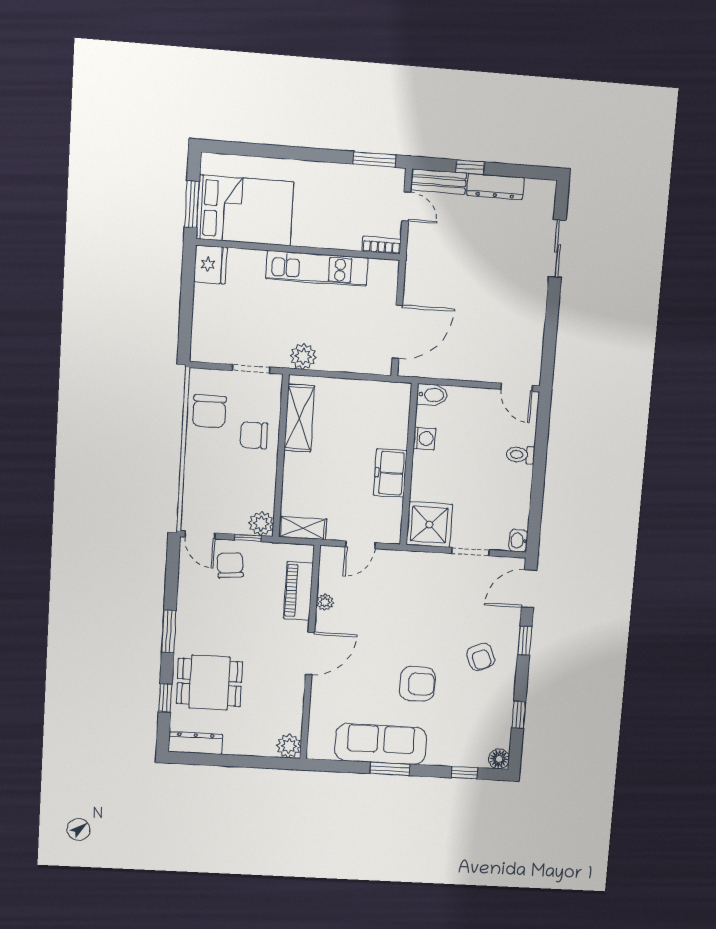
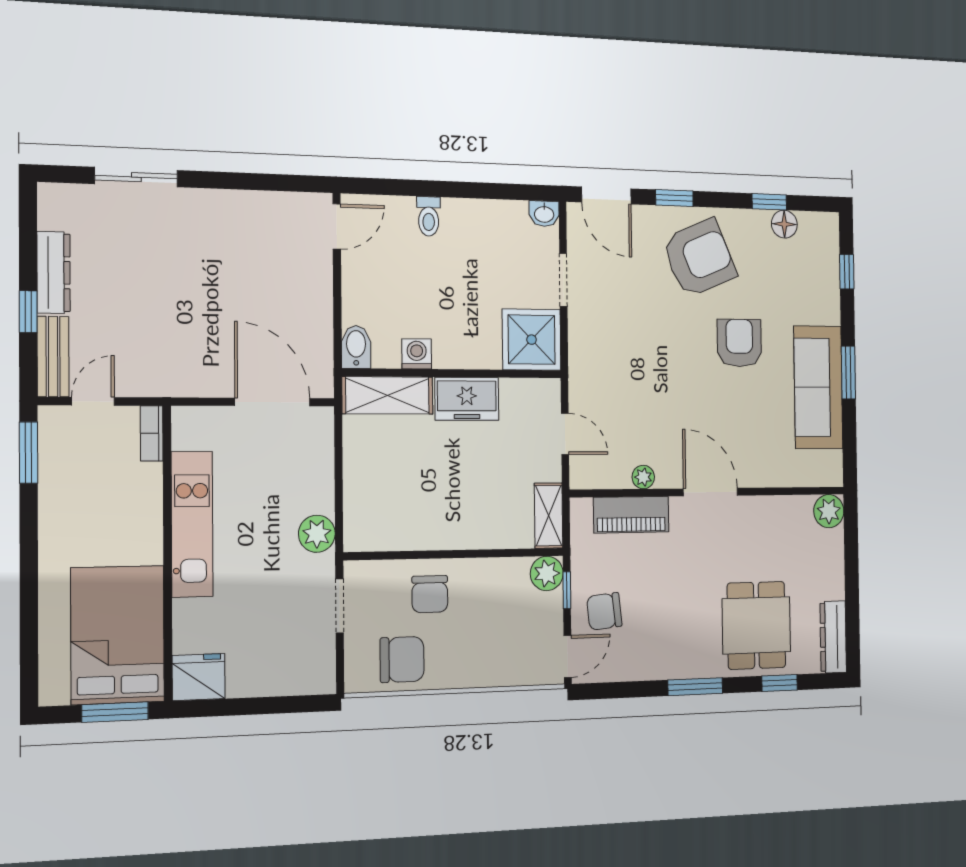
shelving: (299, 418) -> (387, 395), moved
armchair: (481, 657) -> (699, 258), width x1.88, depth x1.88
floor lamp: (499, 759) -> (784, 224), moved

